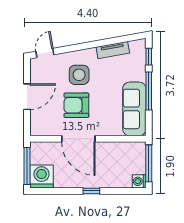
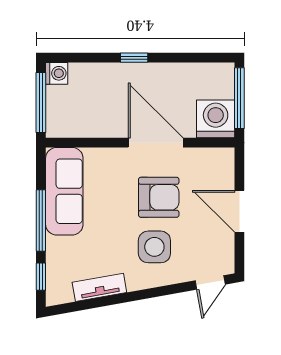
door: (27, 97) -> (239, 211), hinge flipped
washing machine: (42, 176) -> (216, 119), moved, turned 180

